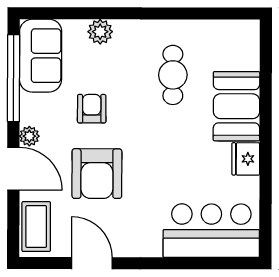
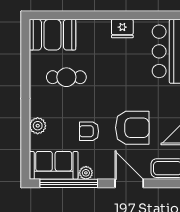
booth: (236, 106) -> (52, 35), moved
plant: (29, 136) -> (86, 173), moved
door: (13, 169) -> (129, 183), hinge flipped

